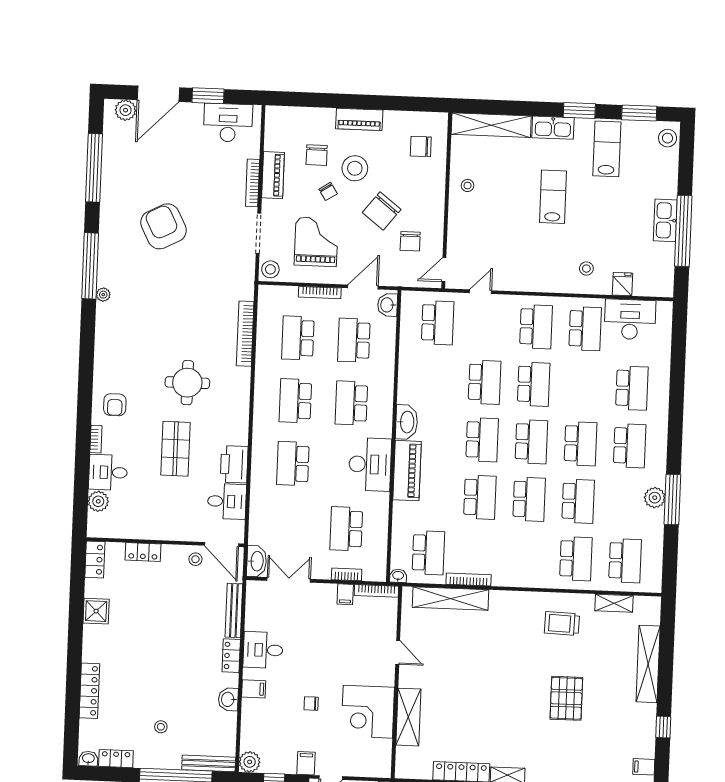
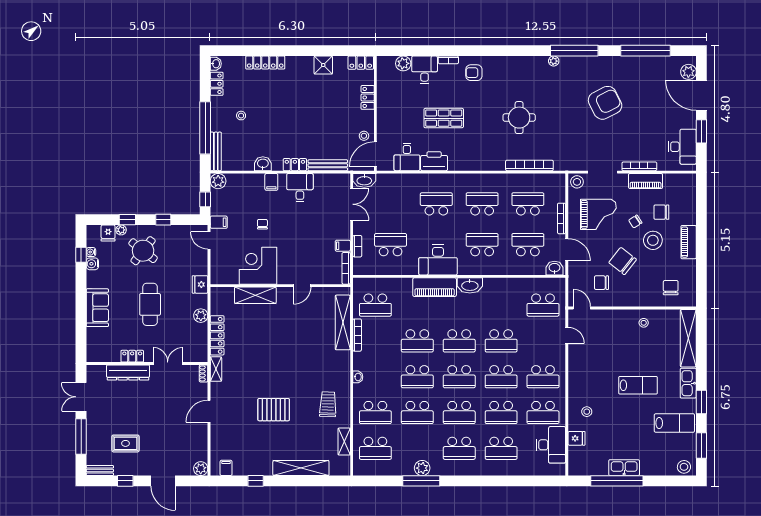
round table: (187, 383) -> (519, 118), moved
school desk: (583, 386) -> (501, 412), added
washbasin: (398, 576) -> (358, 377), moved

